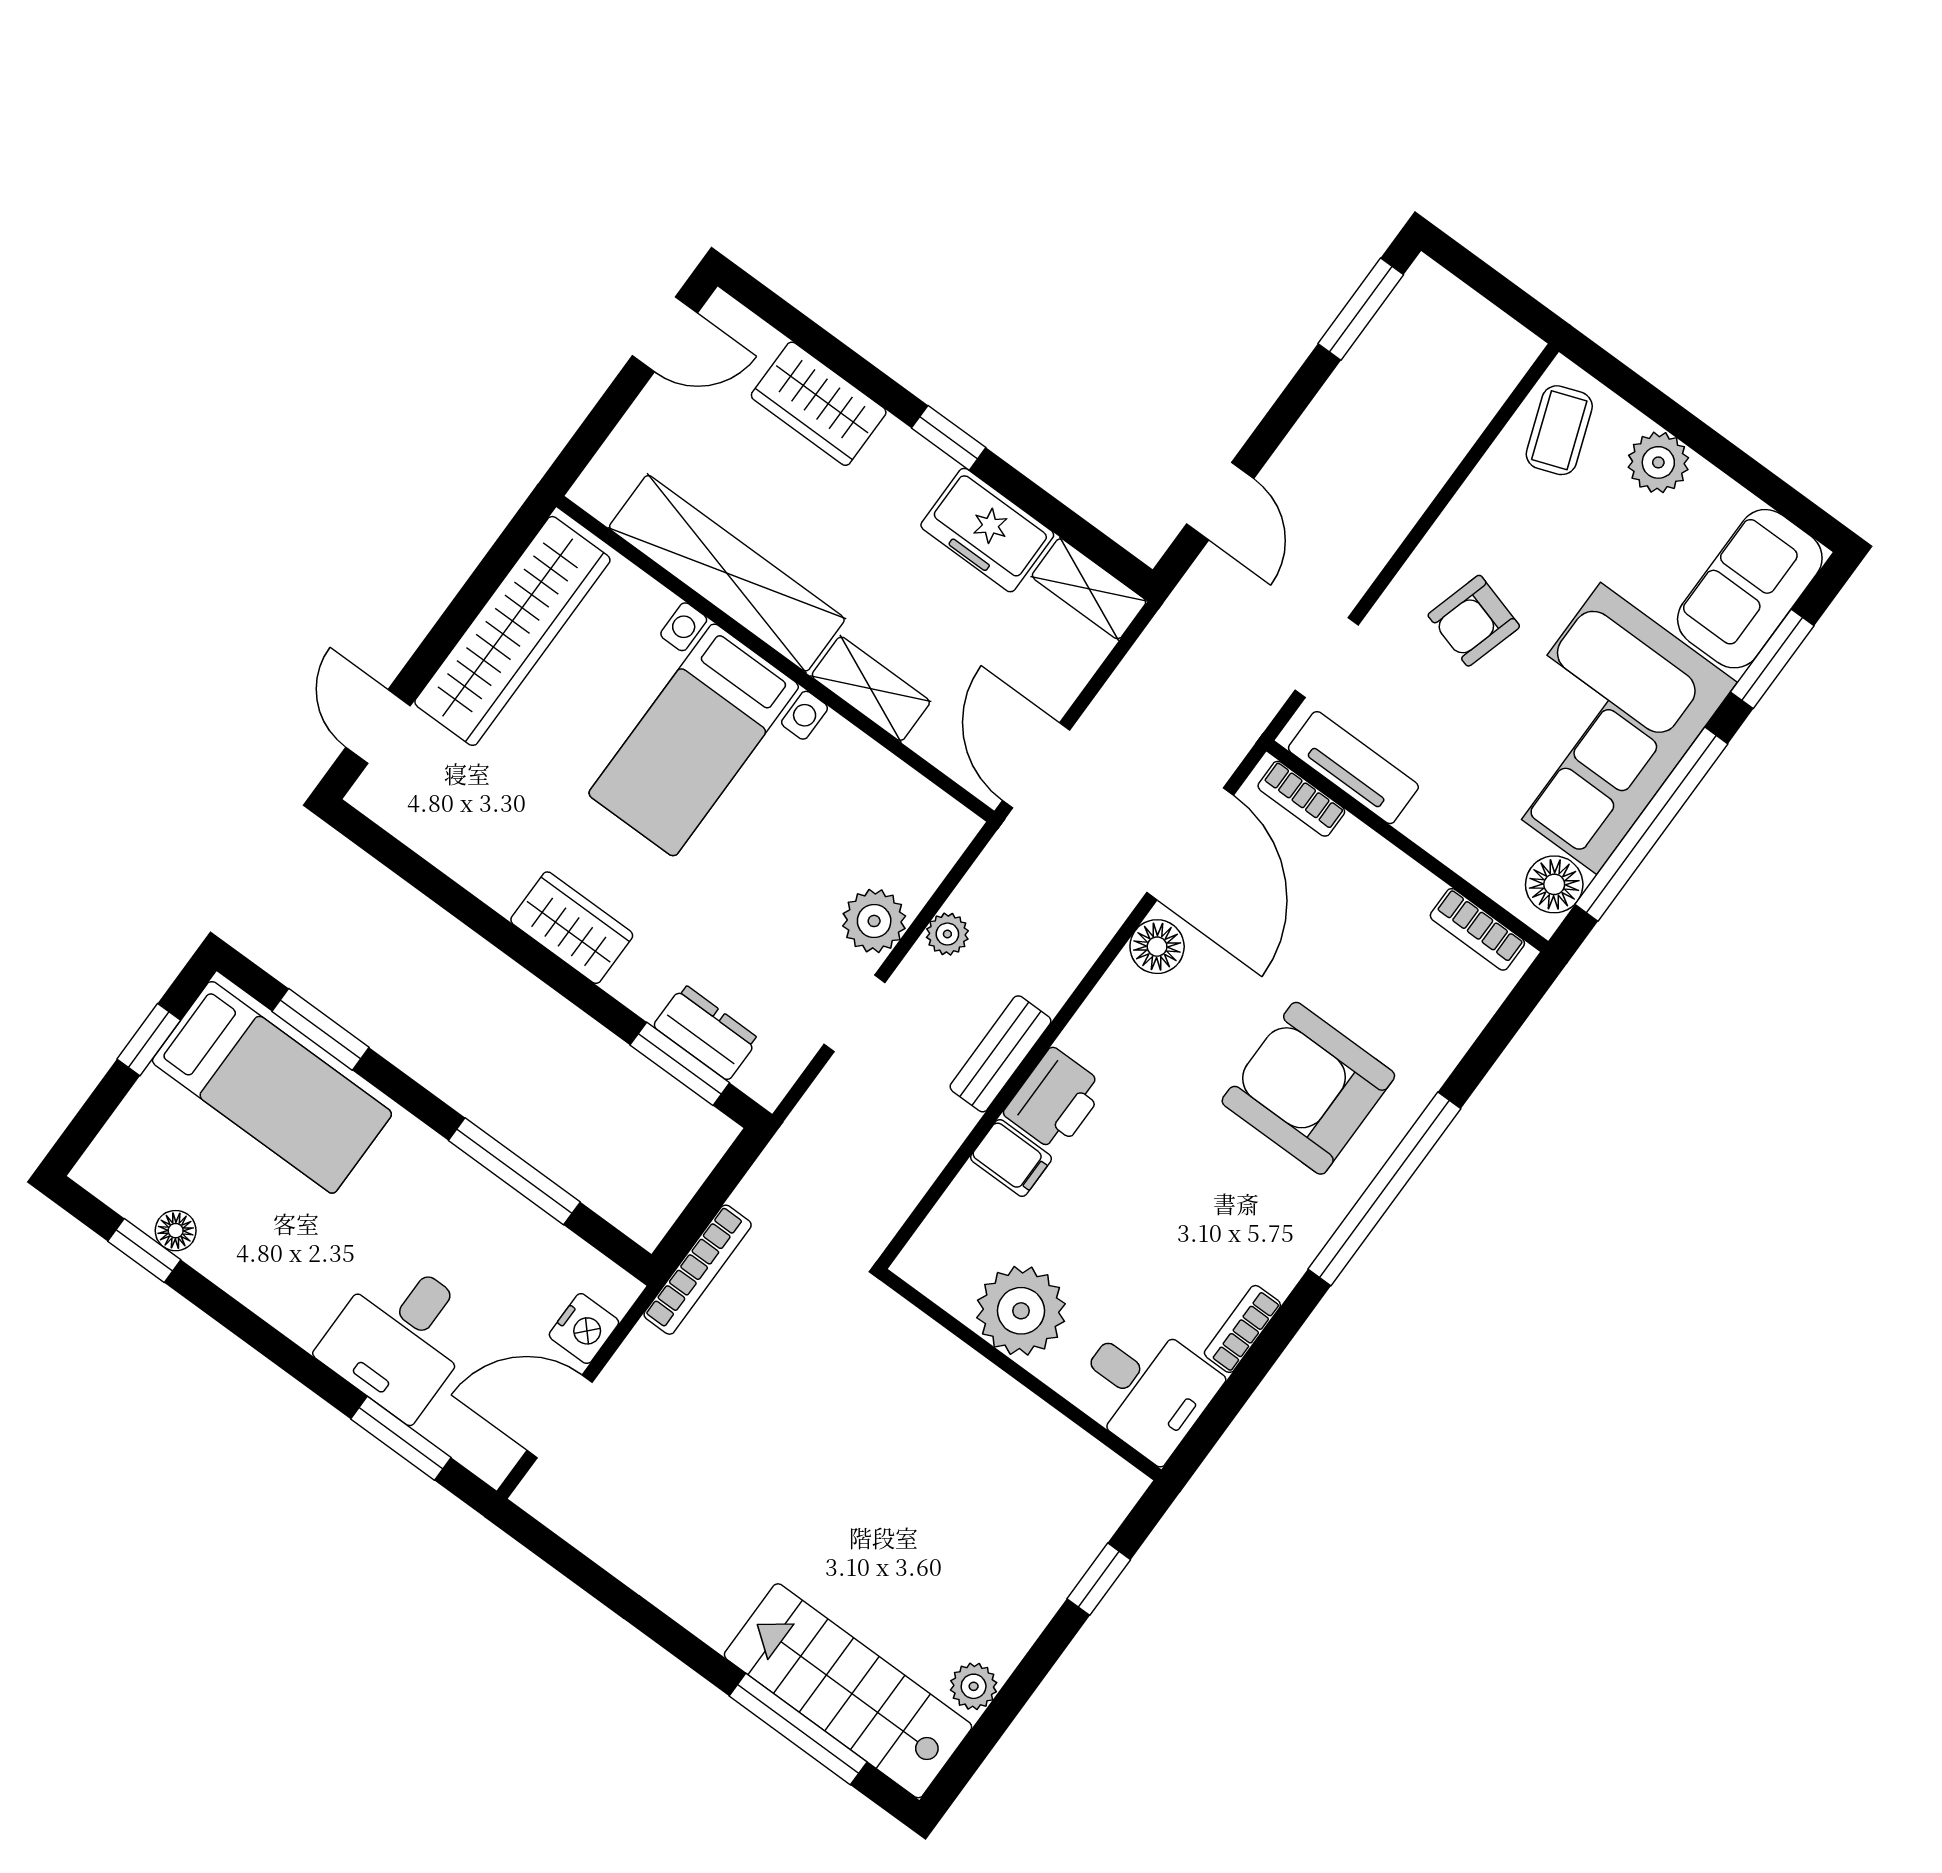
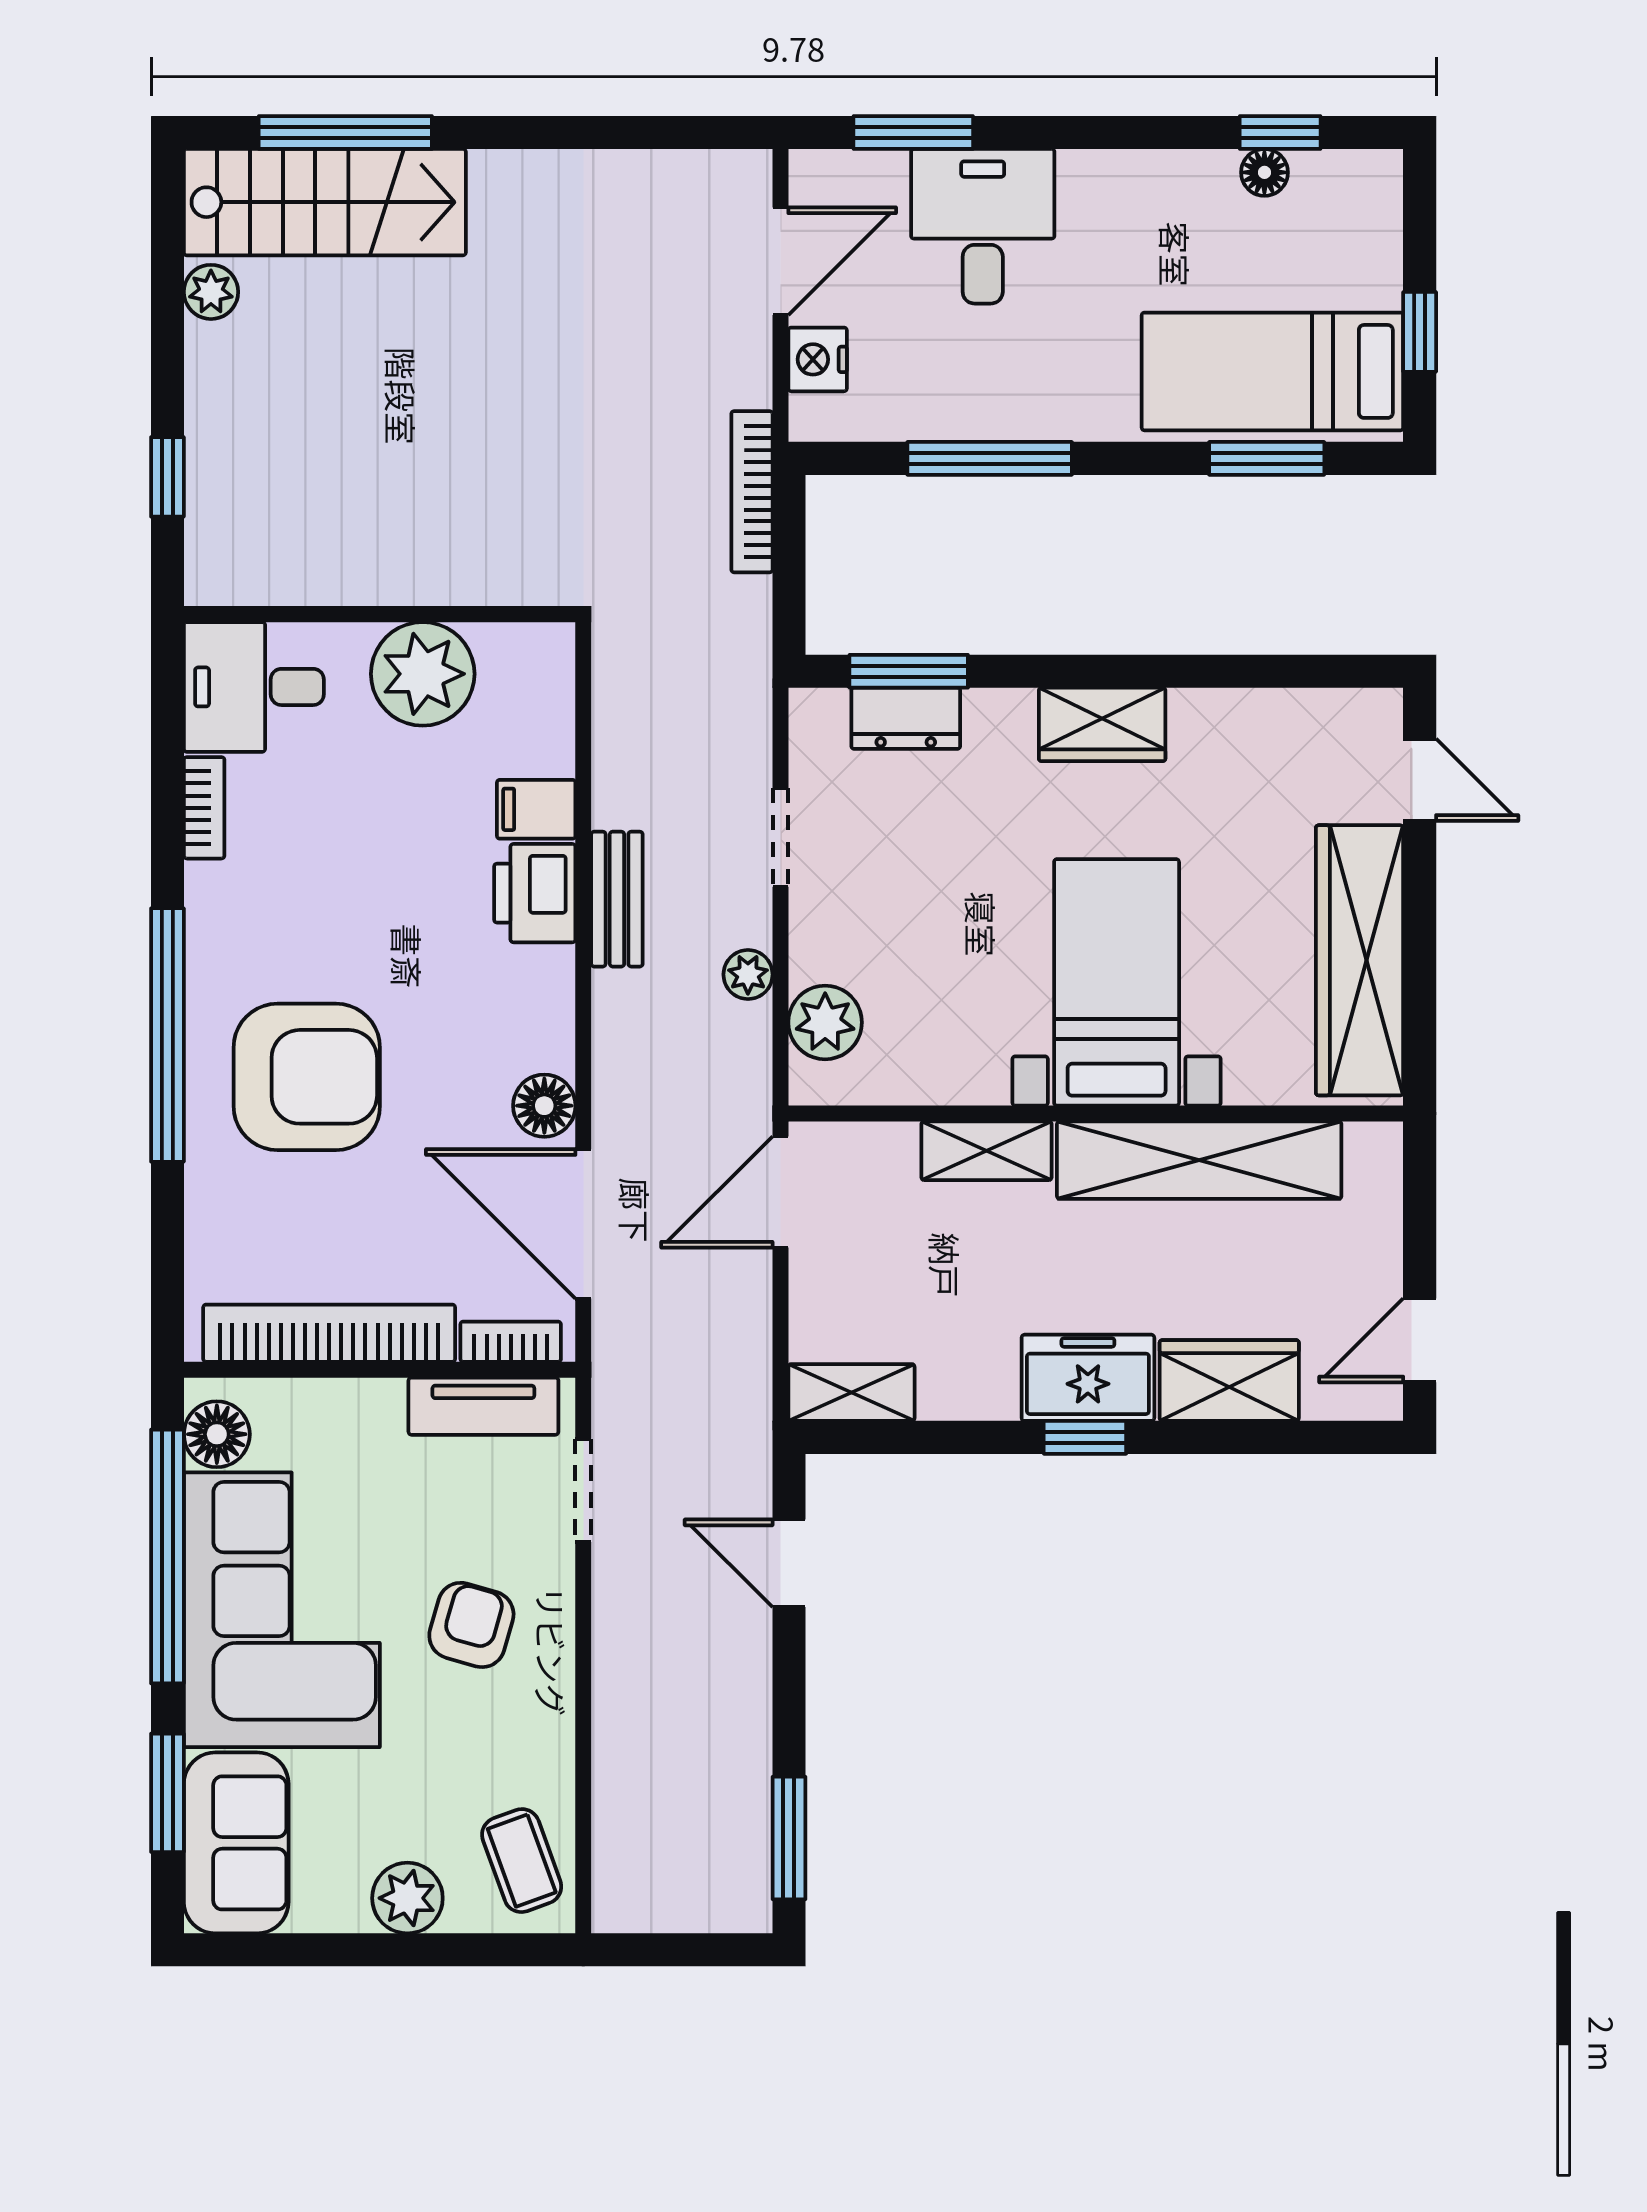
freezer: (987, 530) -> (1088, 1378), moved
door: (1036, 765) -> (780, 1192), swing flipped
plant: (874, 921) -> (825, 1022), moved
bookcase: (1477, 929) -> (329, 1333), width x2.31, depth x1.31

